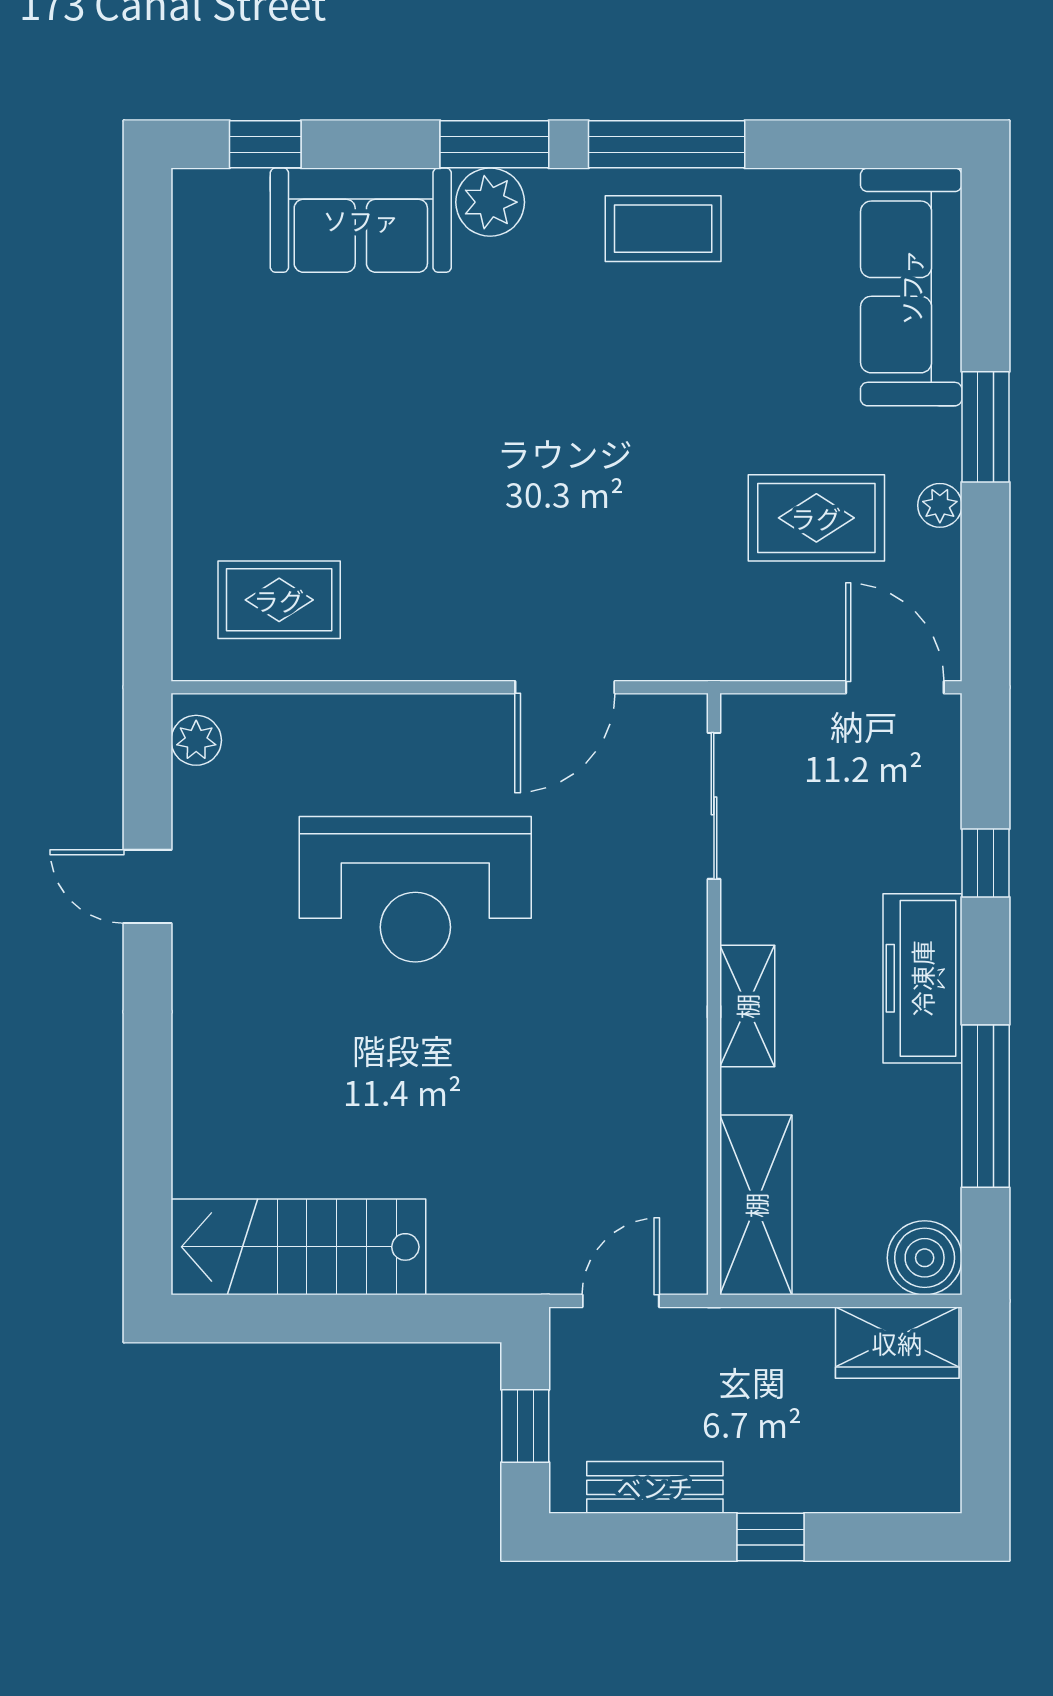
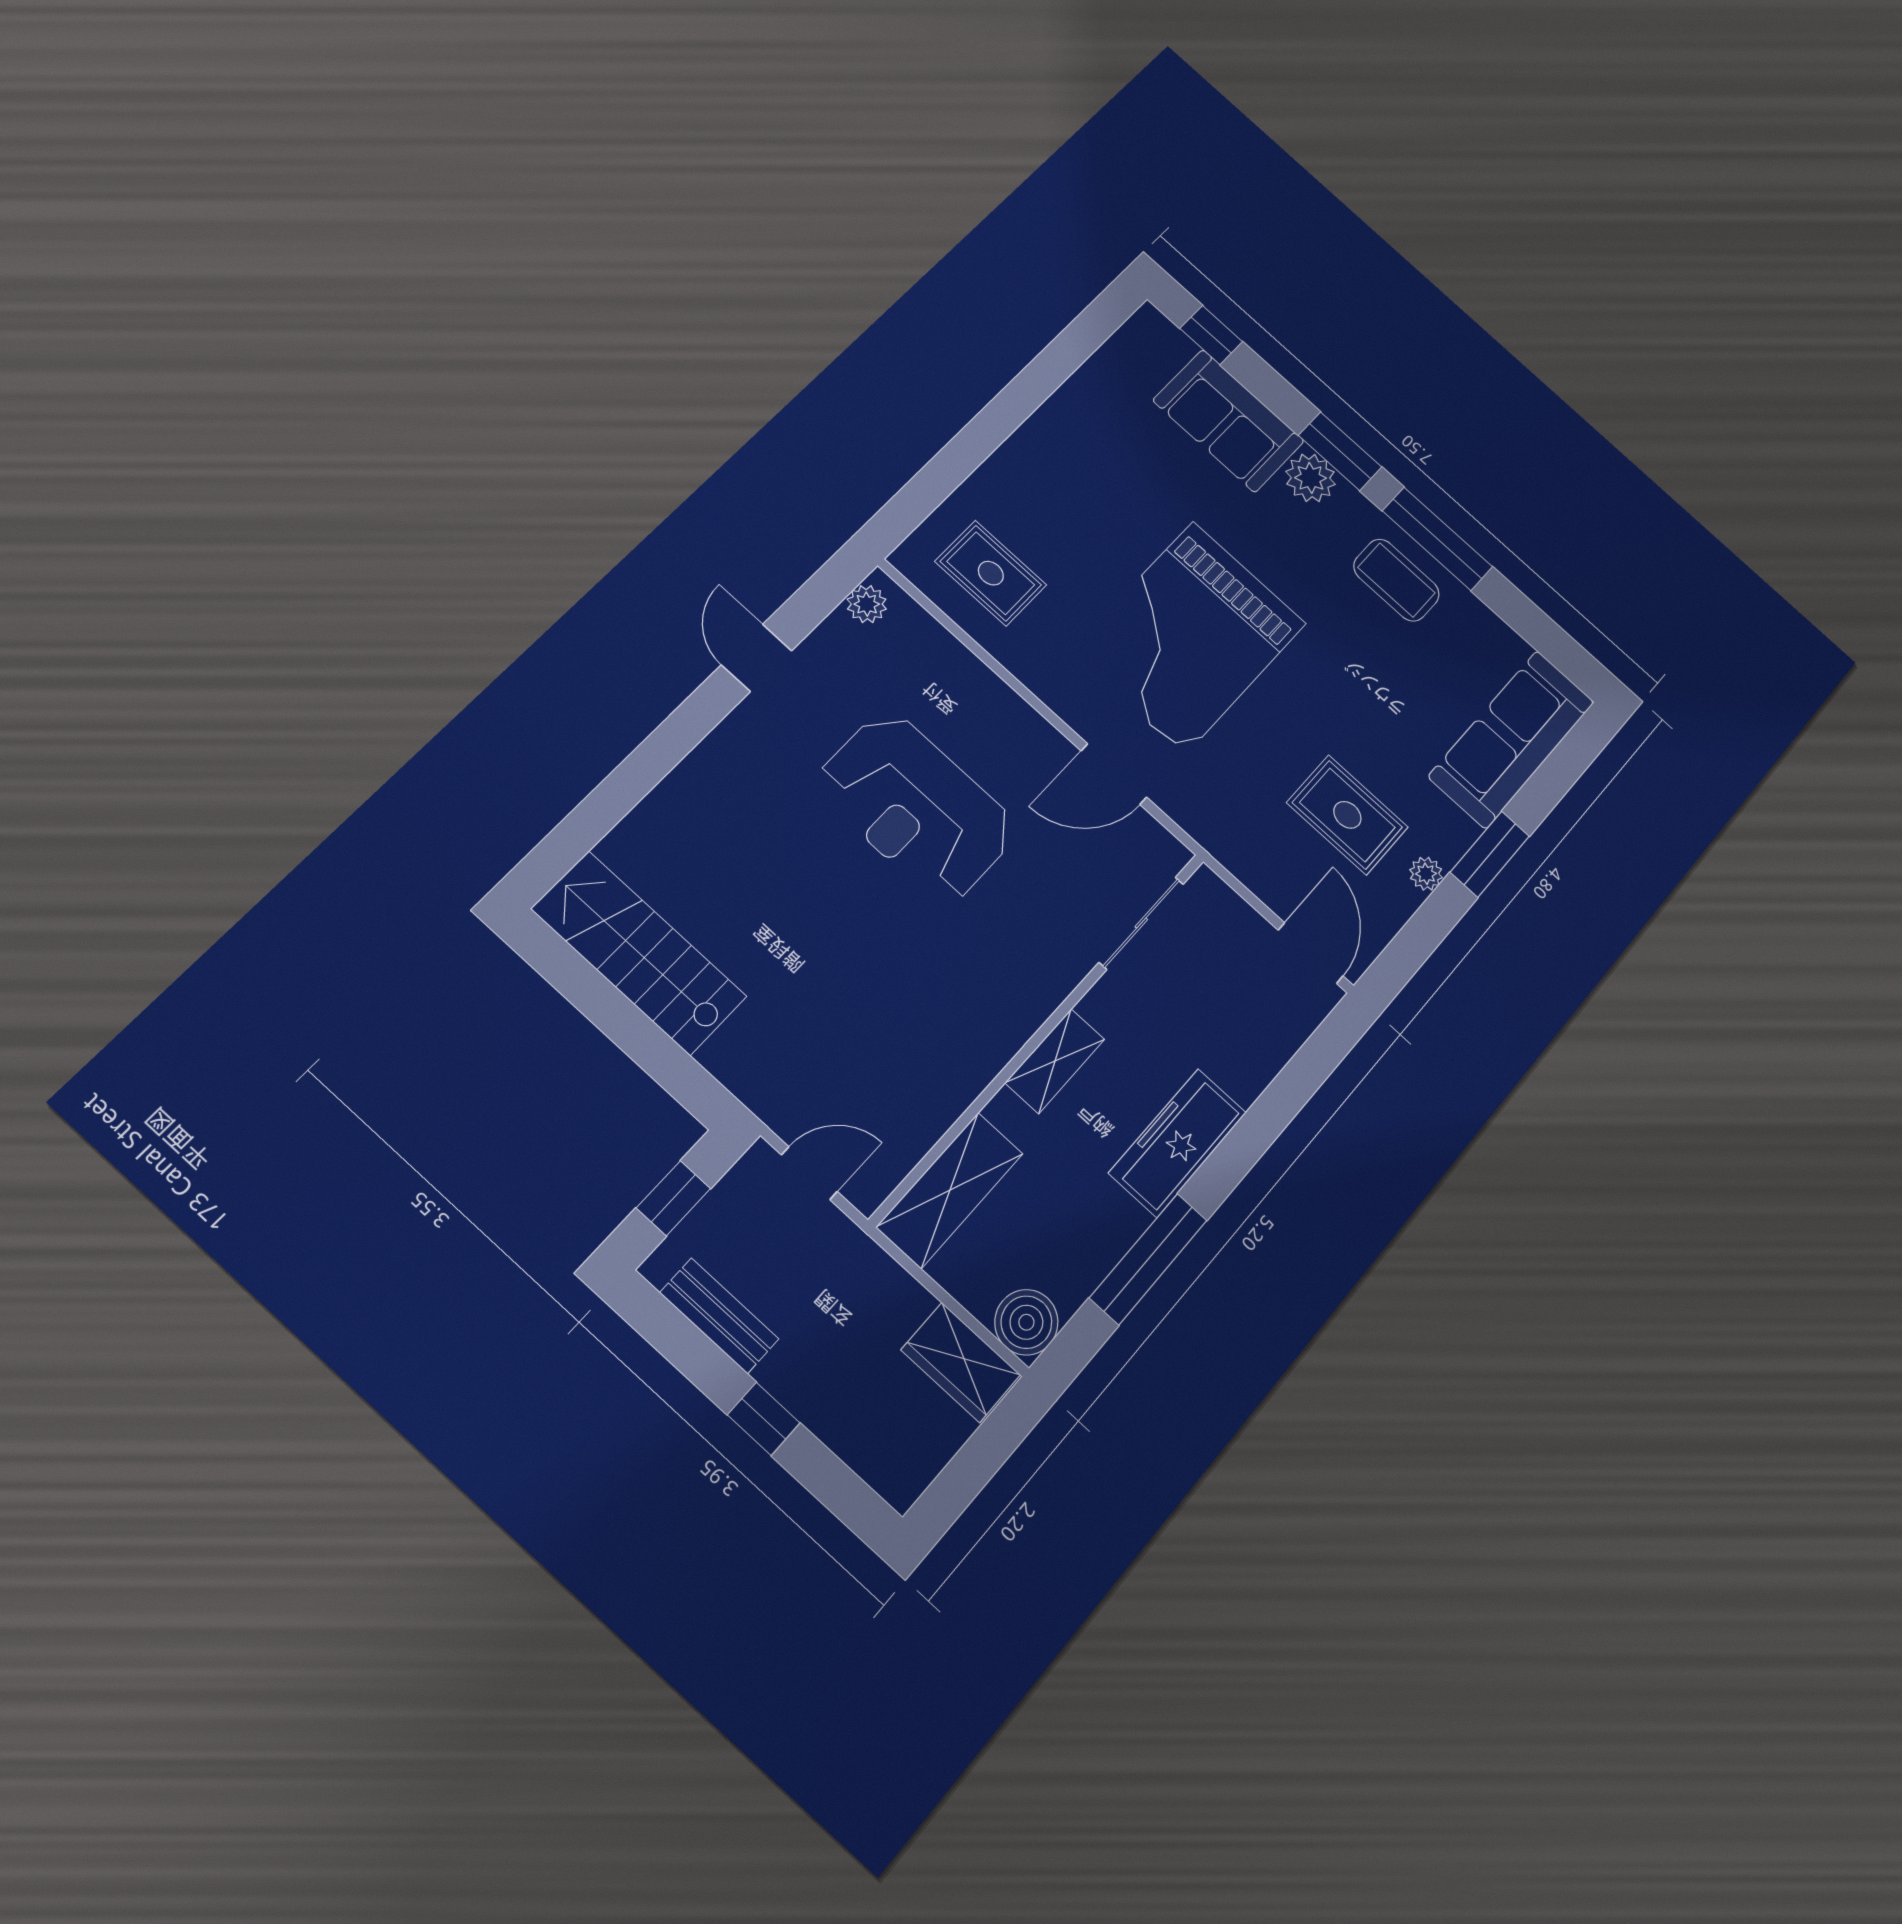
grand piano: (517, 484) -> (1189, 637), added
window: (985, 863) -> (1276, 1107), removed

